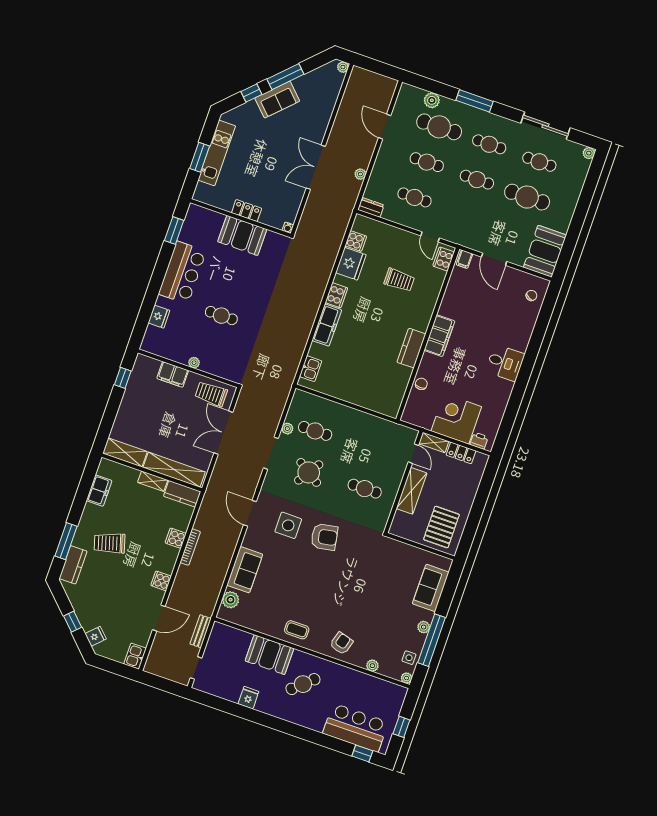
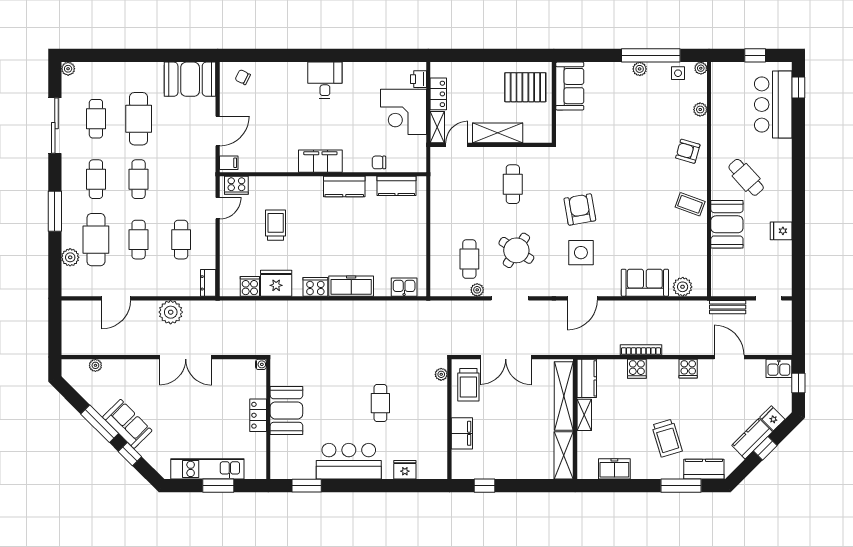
plant: (343, 67) -> (95, 365), moved
plant: (360, 174) -> (171, 312), width x1.88, depth x1.88
plant: (194, 363) -> (441, 374), moved
kitchen counter: (397, 392) -> (397, 186), added
sofa: (431, 588) -> (570, 86), moved, turned -90
kitchen counter: (85, 614) -> (752, 439), added
coffee table: (297, 630) -> (690, 204), turned -70
window: (117, 668) -> (798, 383), added

